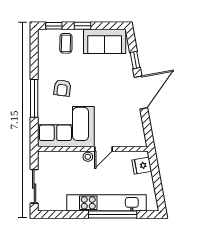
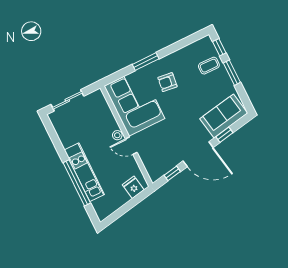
window: (82, 26) -> (232, 73), width x1.50
sofa: (105, 41) -> (224, 116), moved, turned 80
window: (34, 98) -> (146, 62), width x0.69
window: (147, 124) -> (172, 173), added
kitchen unit: (106, 203) -> (84, 172), width x0.73

